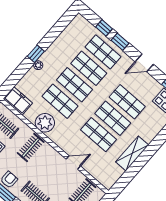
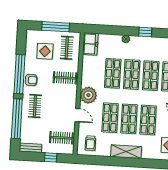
window: (36, 54) -> (145, 32), moved
plant: (45, 123) -> (88, 95), moved
shelving: (132, 153) -> (126, 152), moved
trolley: (108, 170) -> (90, 143), added

